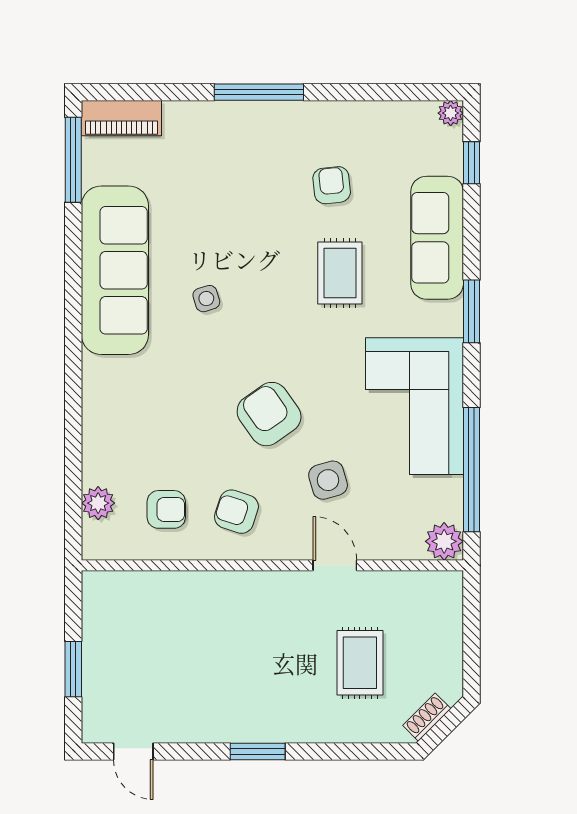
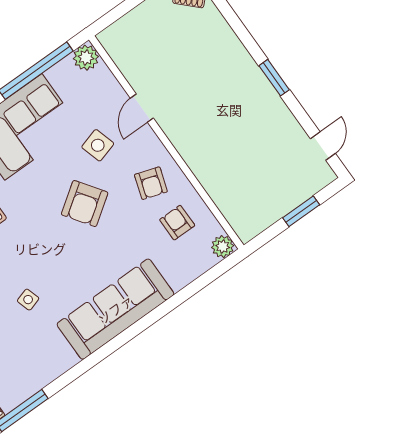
sofa: (115, 270) -> (115, 309), moved
side table: (206, 299) -> (28, 300), moved
plant: (98, 503) -> (223, 247), moved
rug: (360, 663) -> (186, 56), removed

